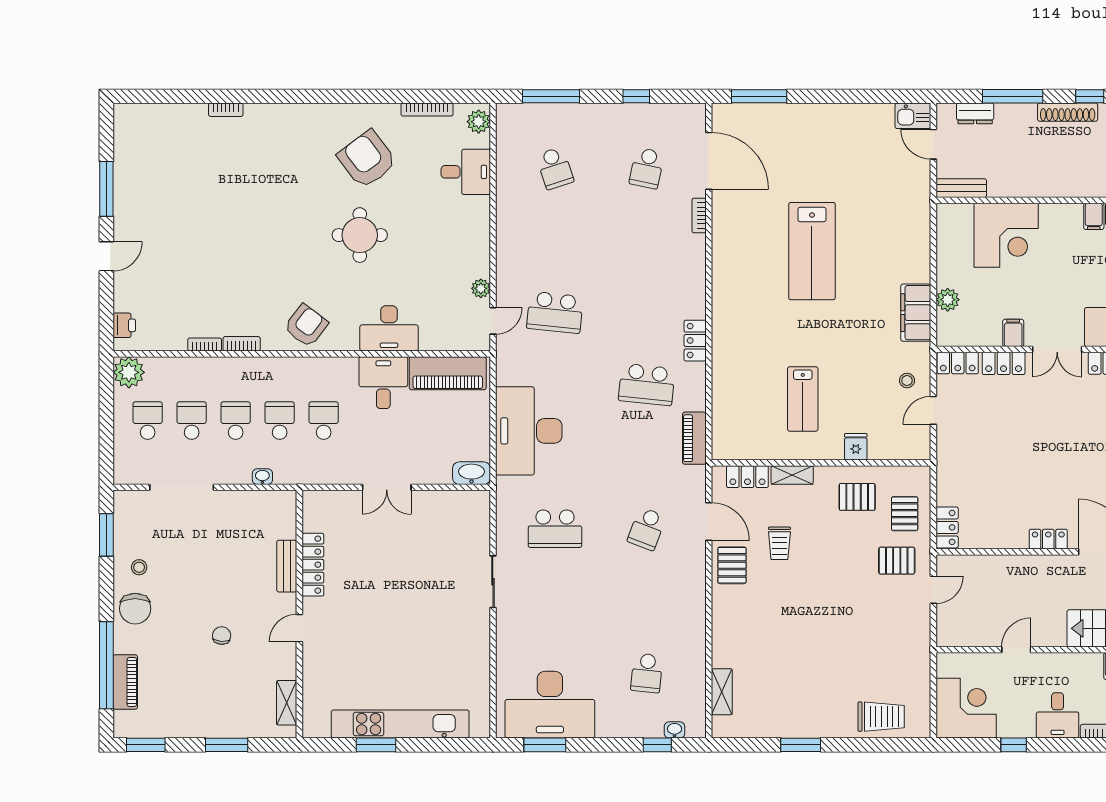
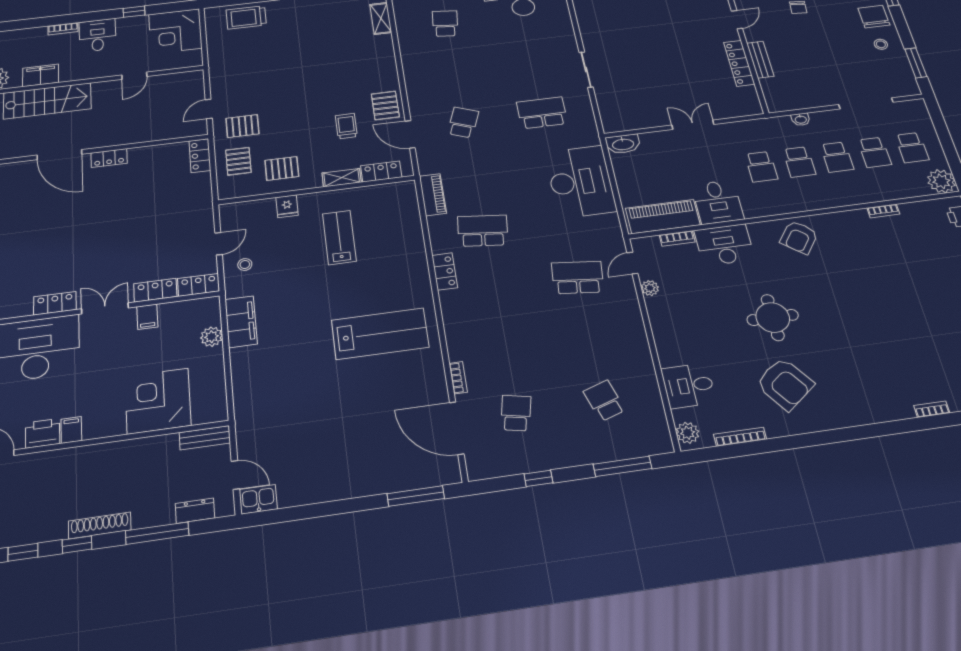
lab bench: (812, 251) -> (380, 334), moved, turned 90
bookcase: (242, 344) -> (677, 238), moved

